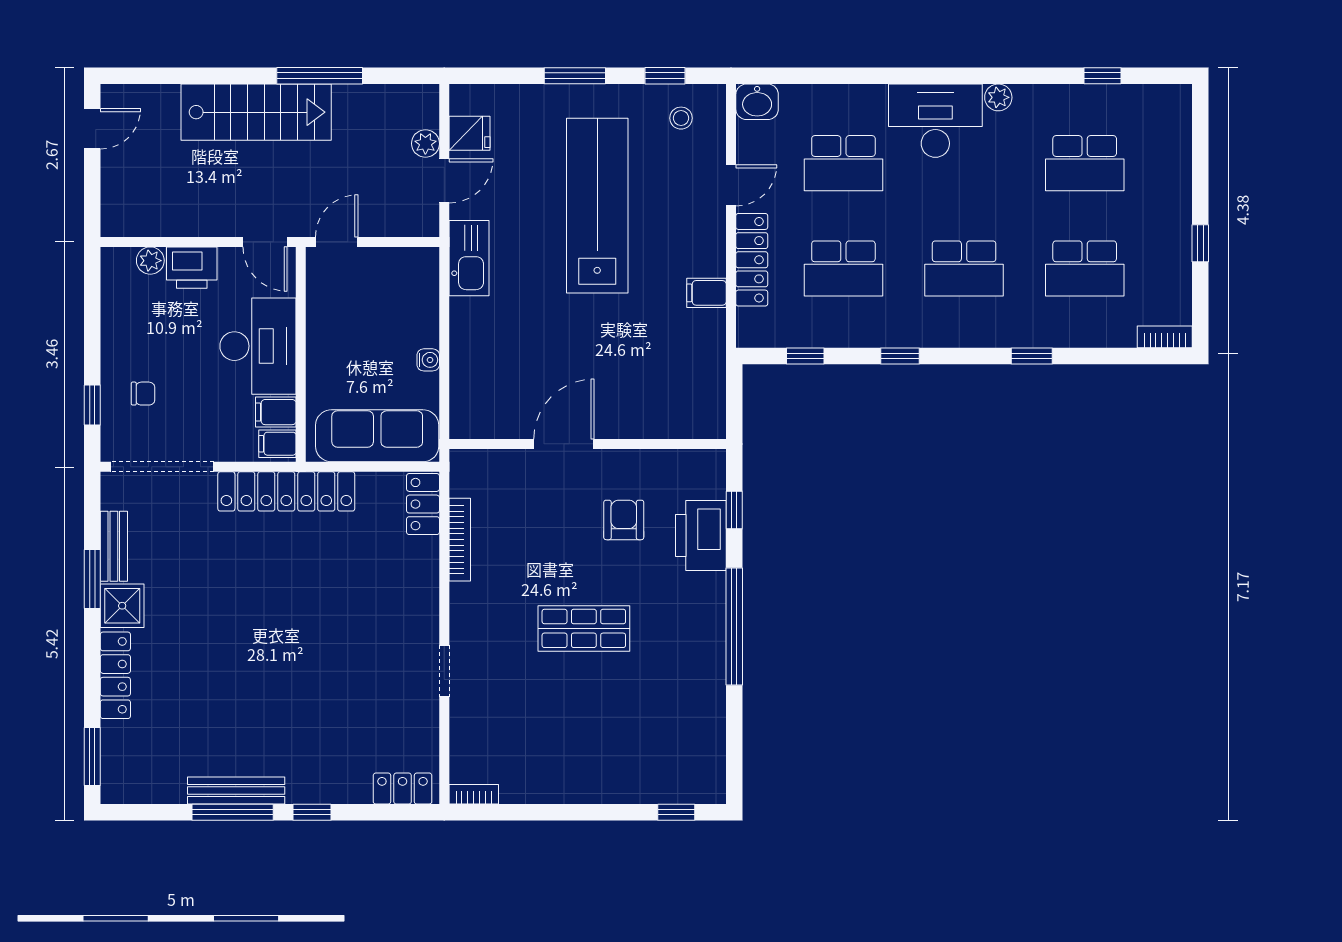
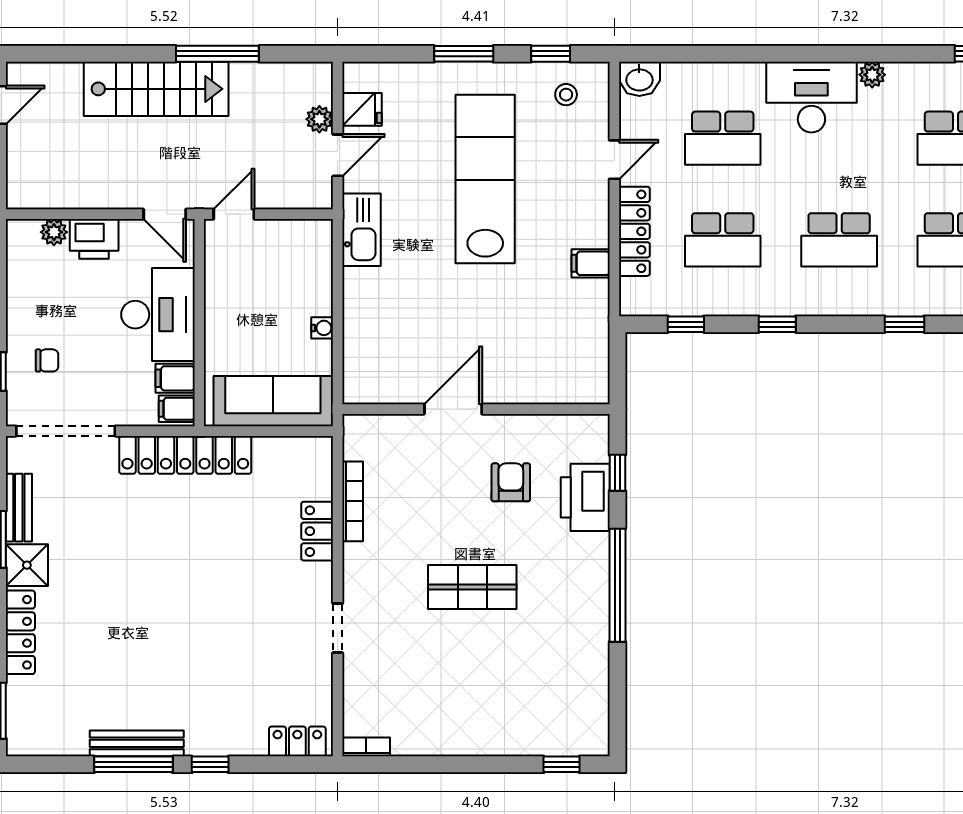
locker: (423, 504) -> (317, 531), moved

